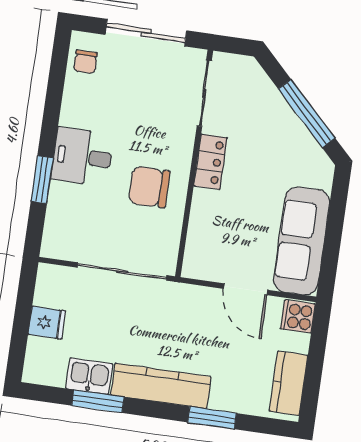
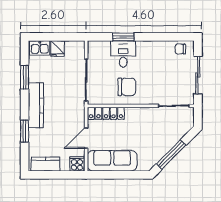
desk: (82, 157) -> (123, 54), moved
locker: (210, 162) -> (106, 113), moved, width x1.53
chair: (149, 187) -> (127, 87), turned 90
kitchen sink: (89, 376) -> (40, 48), moved, turned 90

